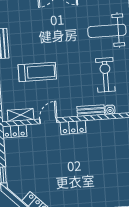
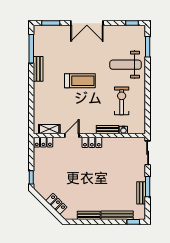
treadmill: (37, 72) -> (80, 81), moved

